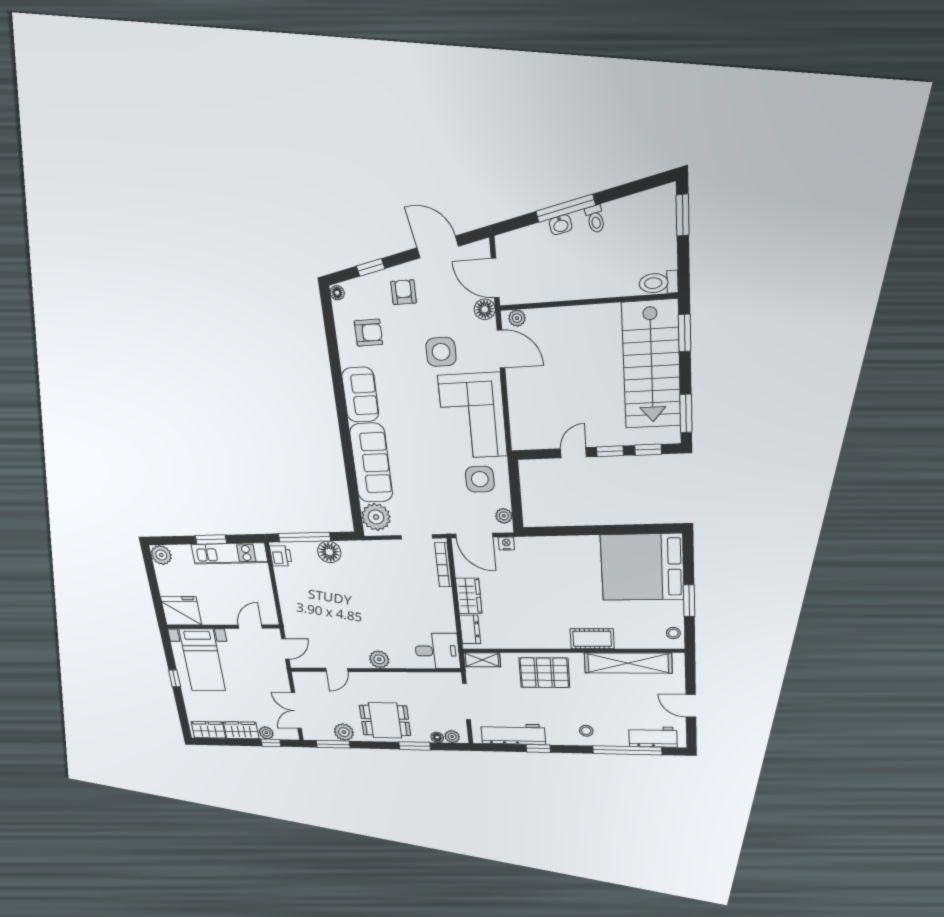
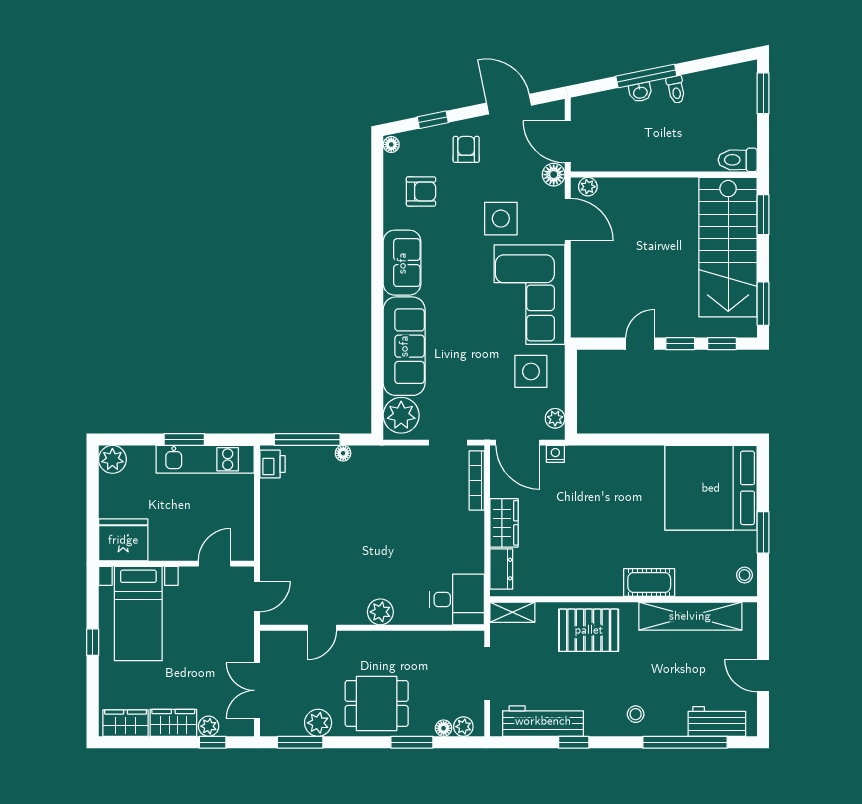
floor lamp: (329, 552) -> (343, 453), width x0.53, depth x0.53

